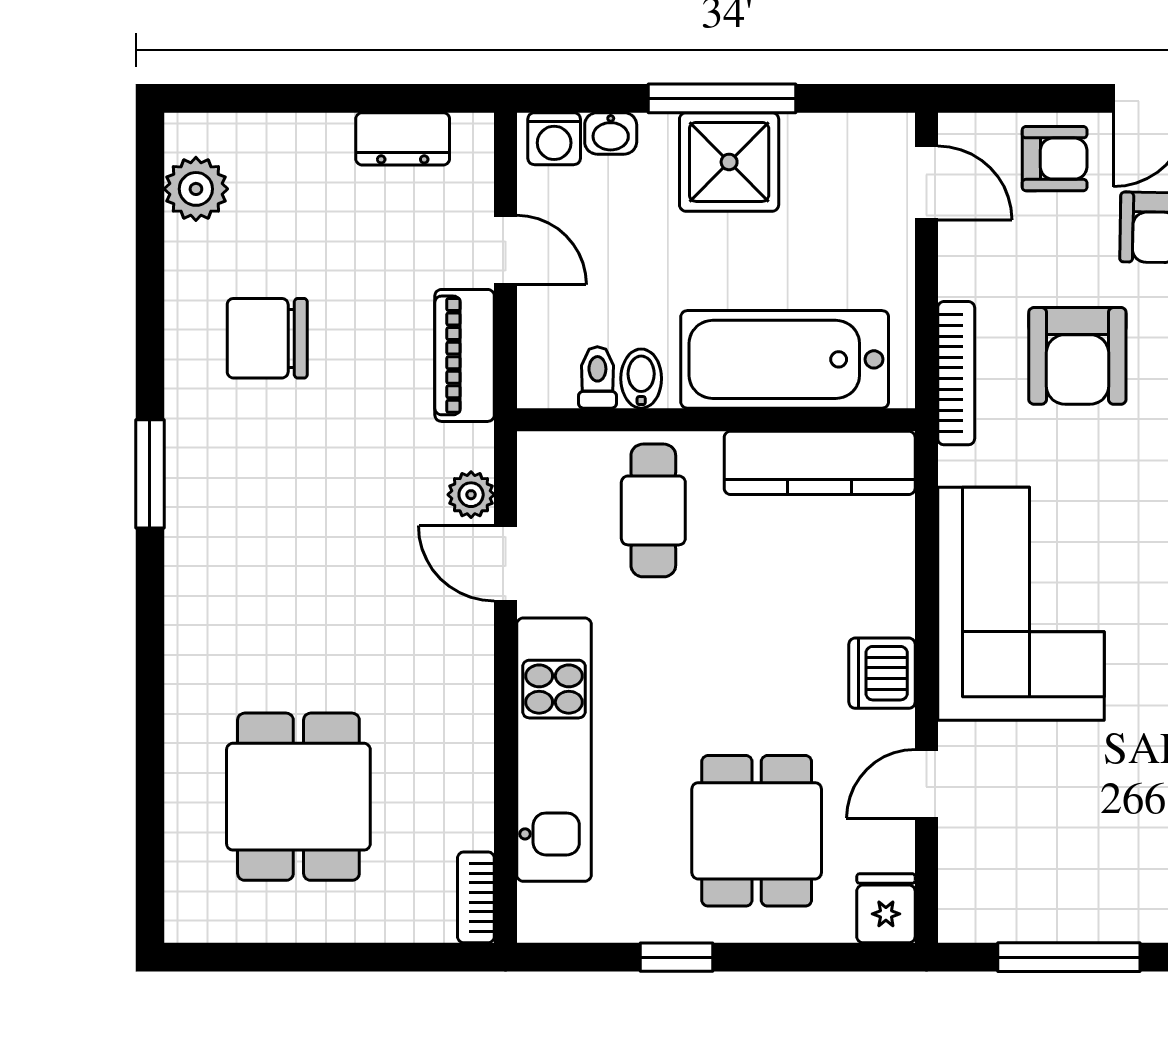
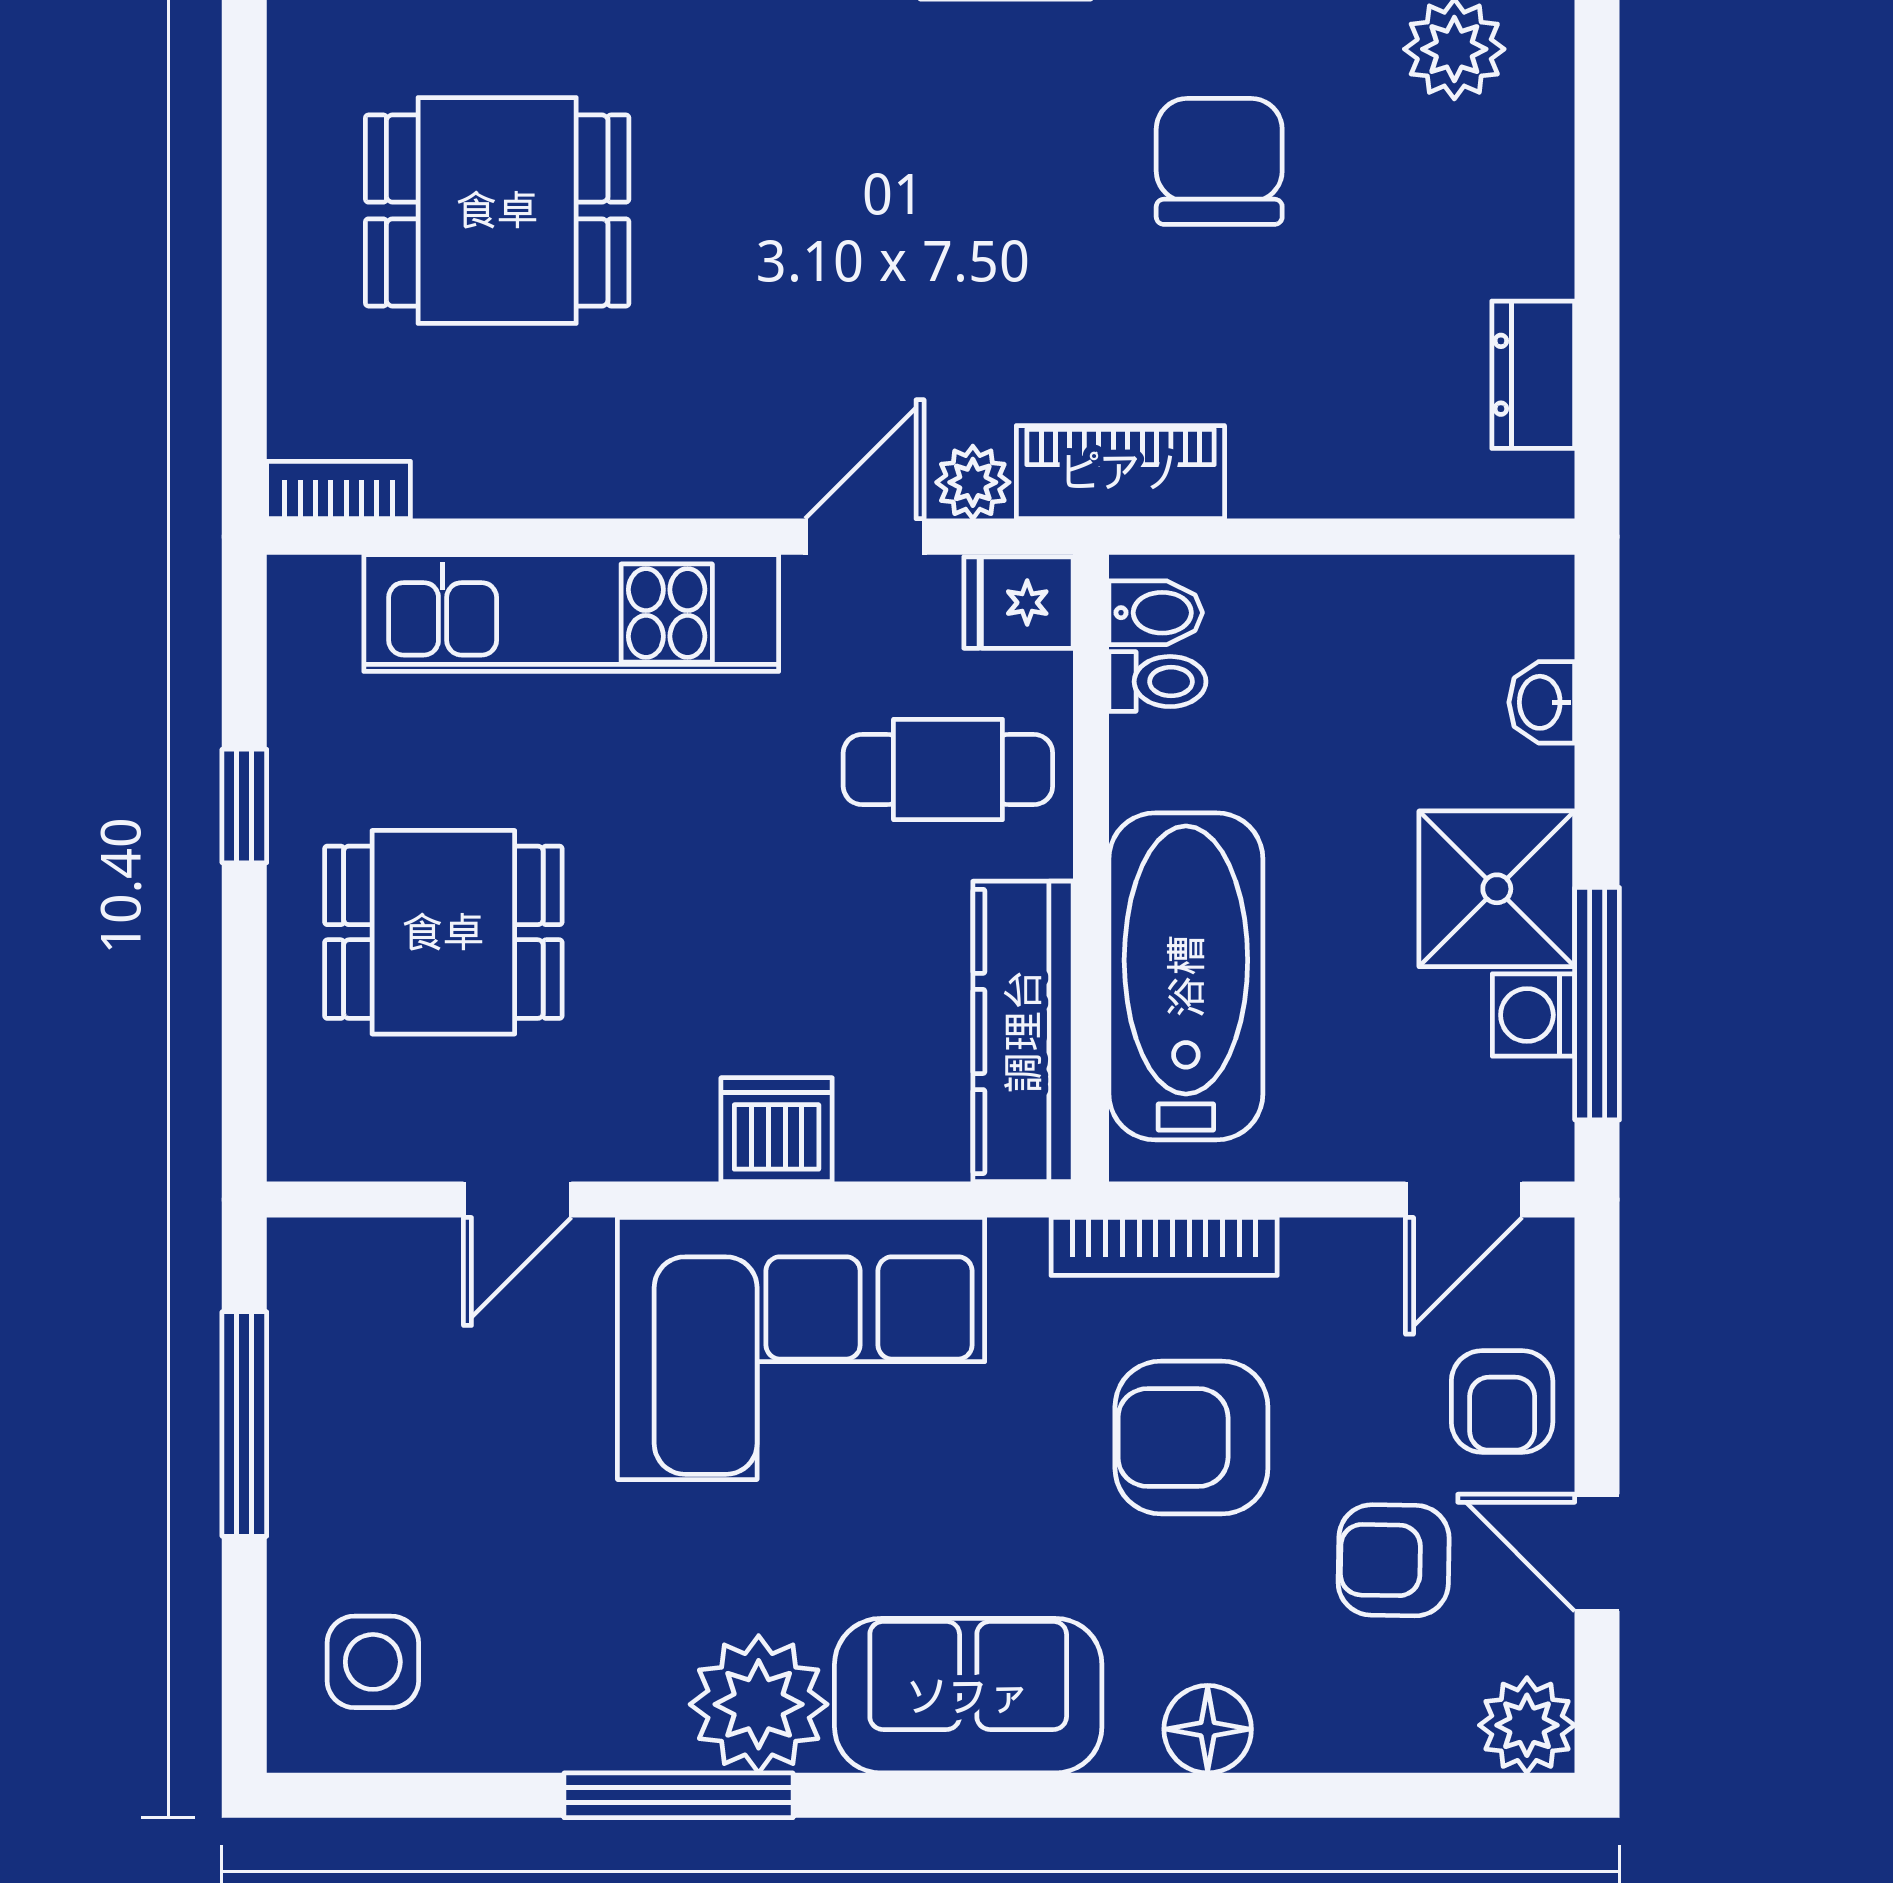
window: (722, 98) -> (1597, 1004), moved
washing machine: (554, 139) -> (1533, 1015), moved
door: (505, 250) -> (1358, 537), removed
piano: (465, 355) -> (1120, 472), moved
bidet: (641, 379) -> (1156, 613), moved
dishwasher: (882, 673) -> (777, 1130), moved
door: (926, 784) -> (517, 1200), swing flipped
fridge: (886, 908) -> (1018, 603), moved, turned 180

